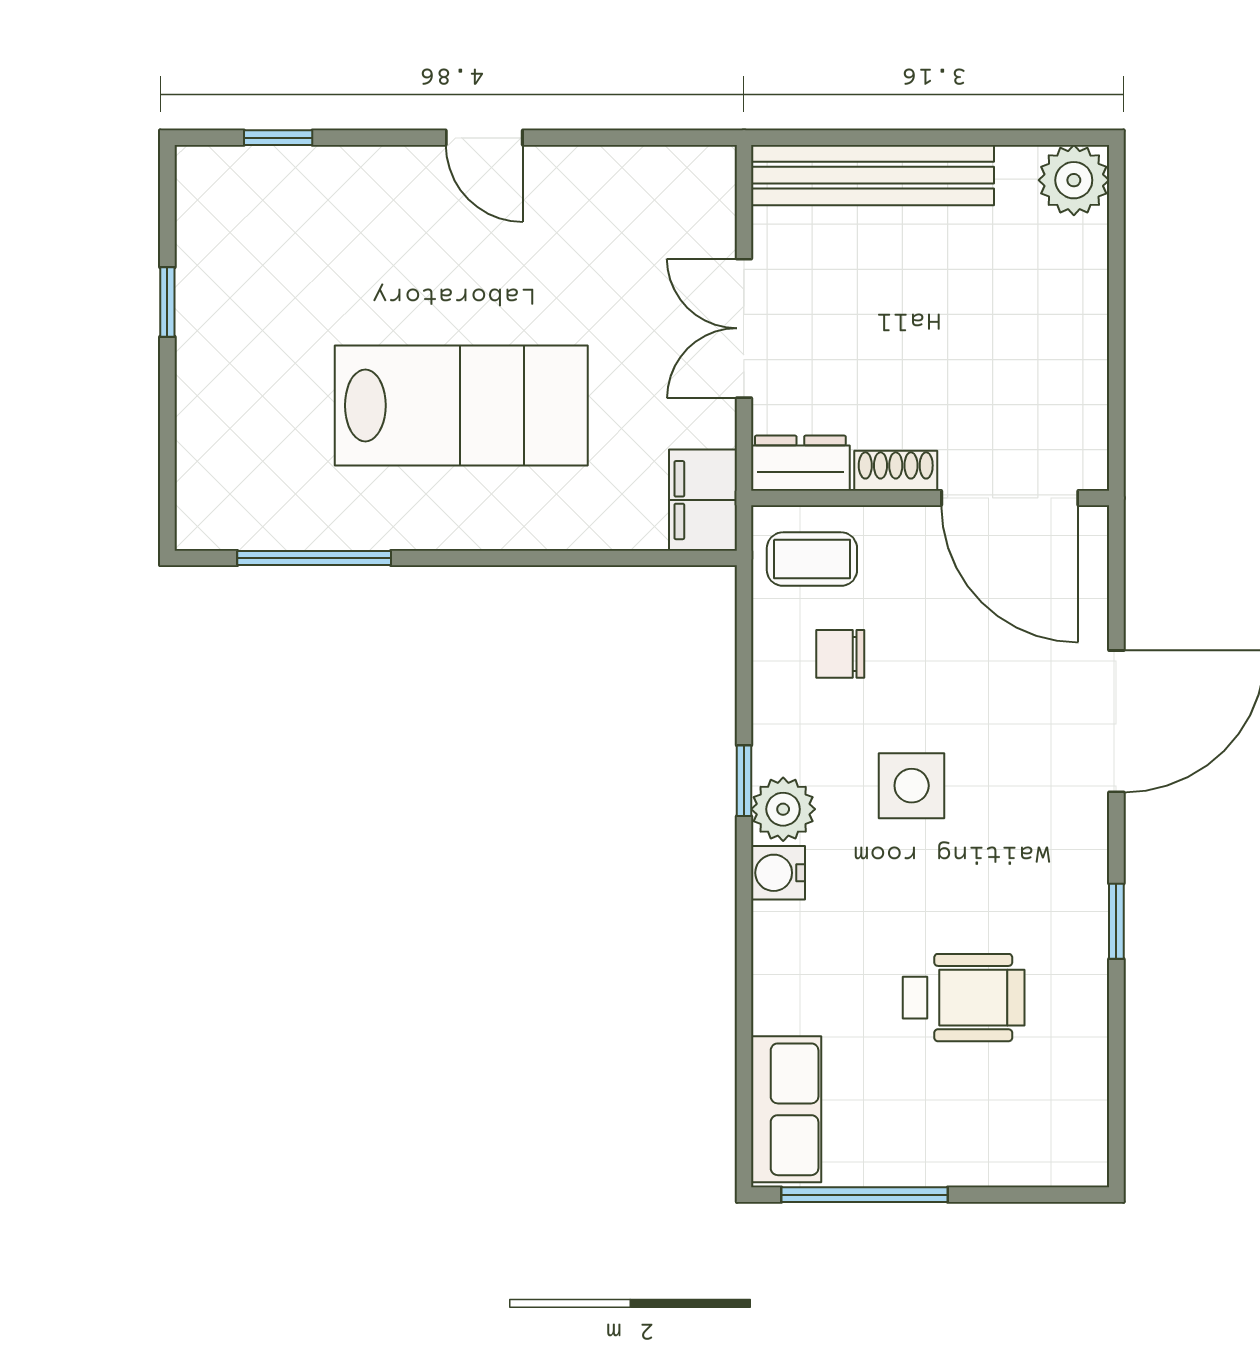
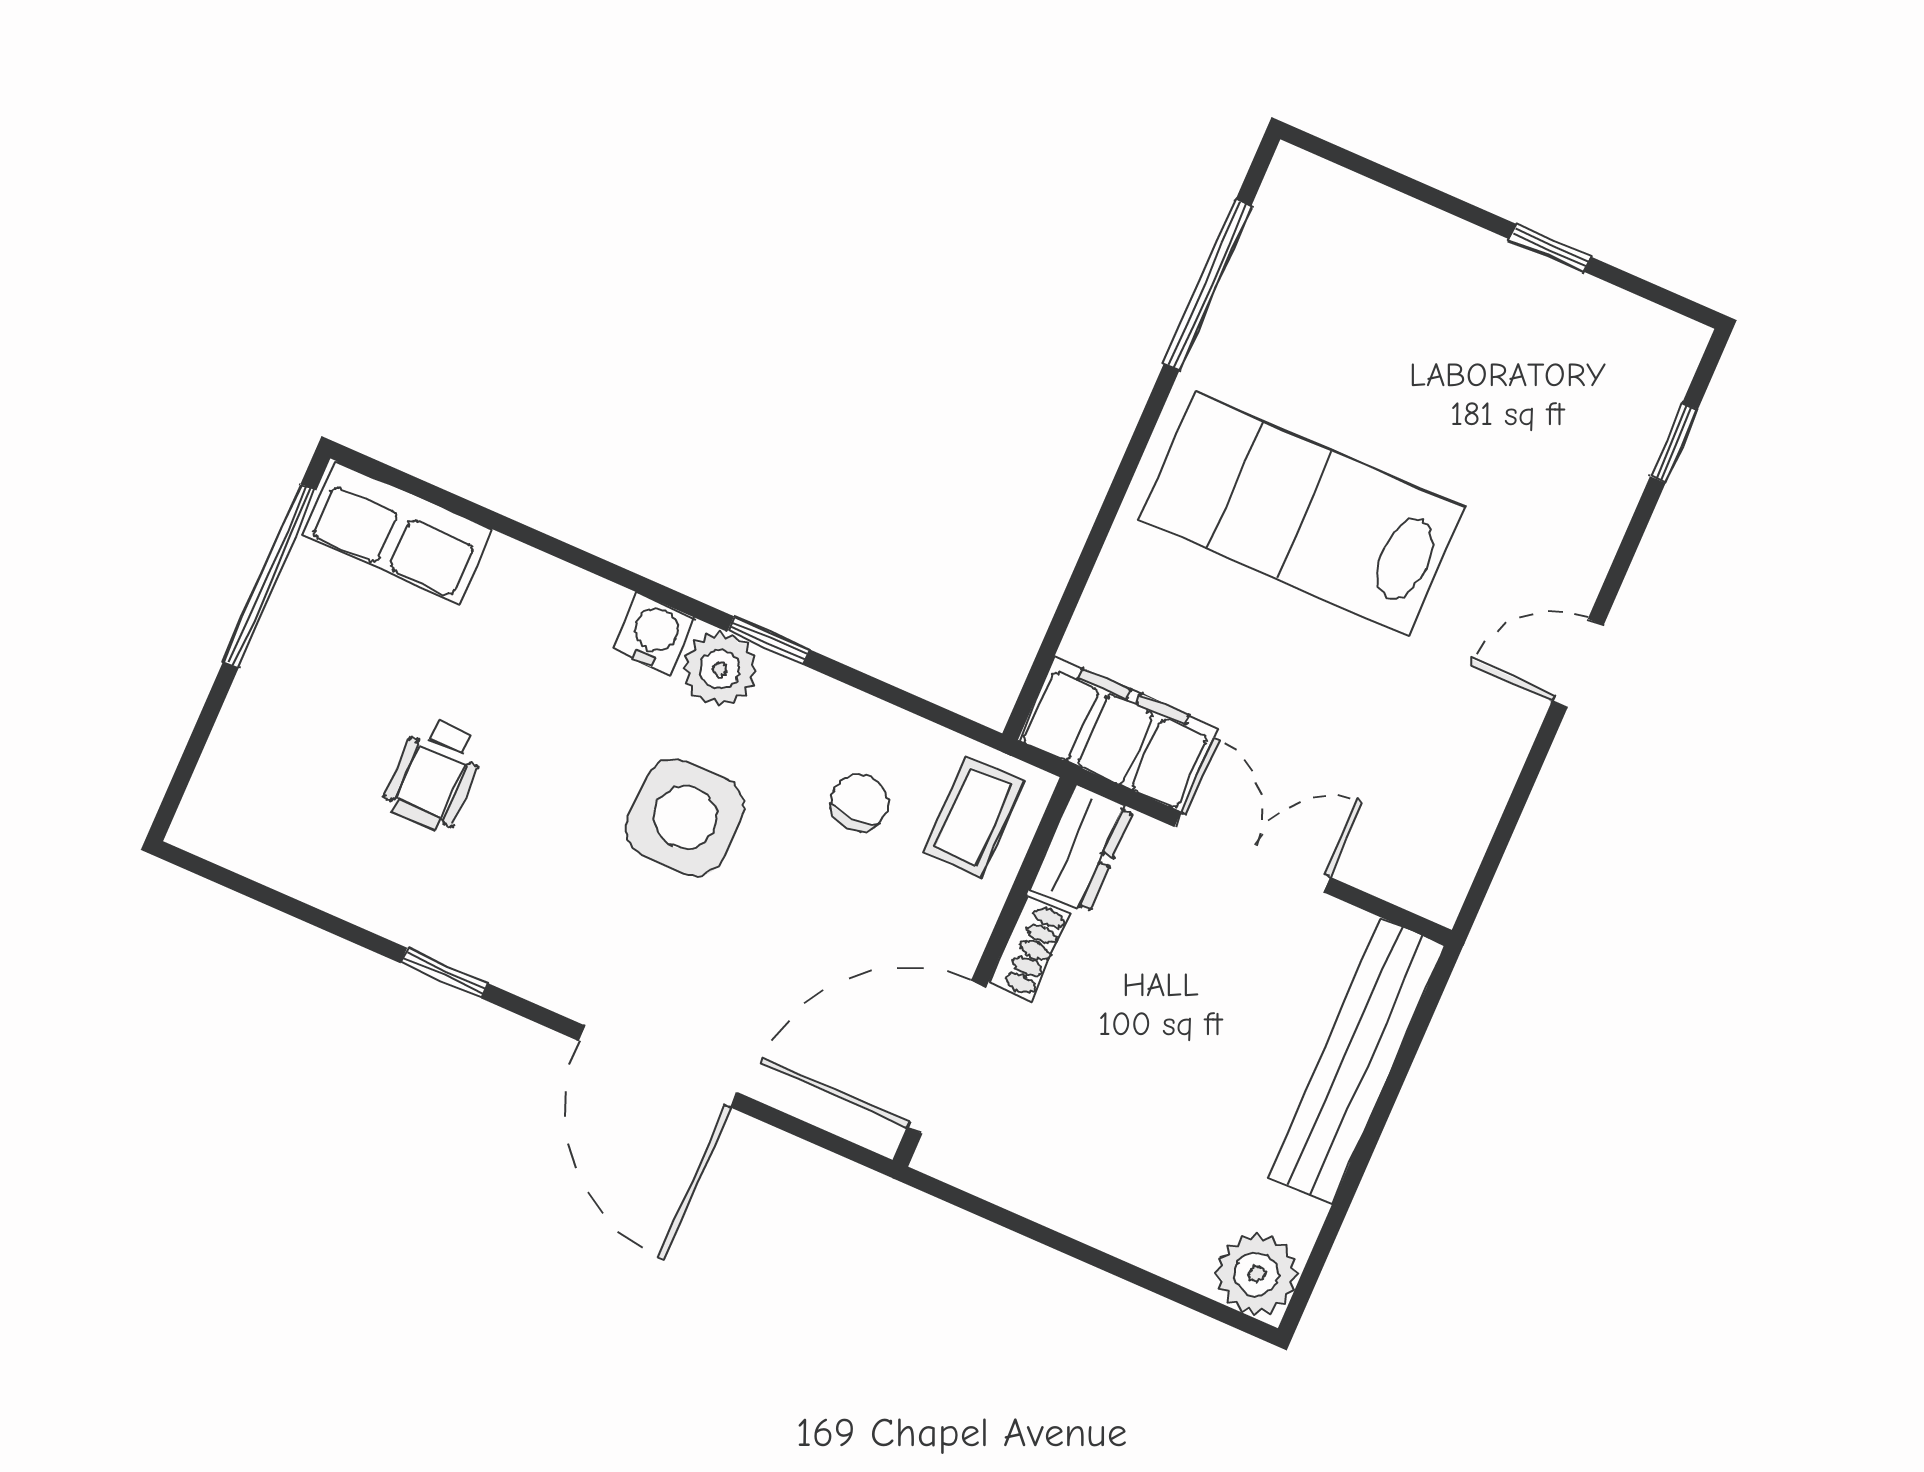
lab bench: (461, 405) -> (1302, 514), turned 90
filing cabinet: (703, 500) -> (1117, 734), width x1.50, depth x1.17
side table: (912, 786) -> (685, 818), width x1.37, depth x1.37
wheelchair: (964, 998) -> (434, 774), width x0.73, depth x0.73

